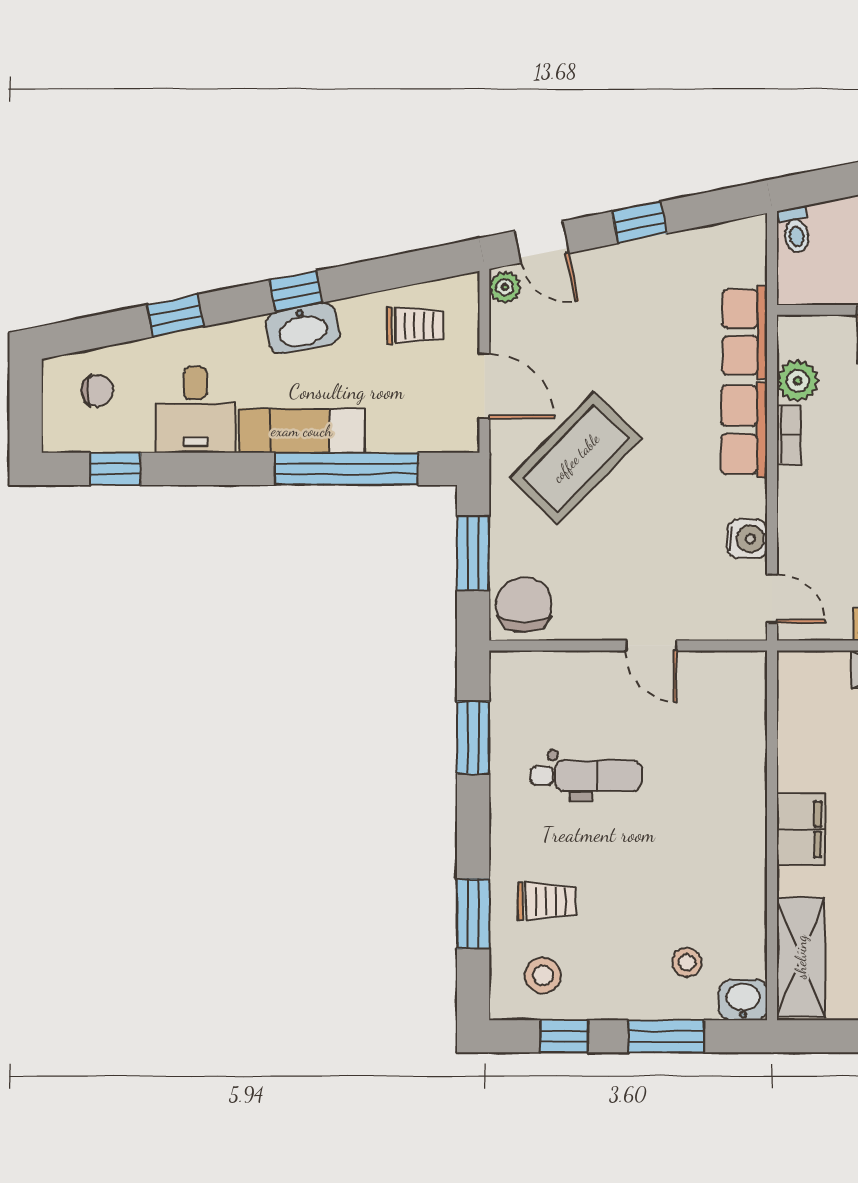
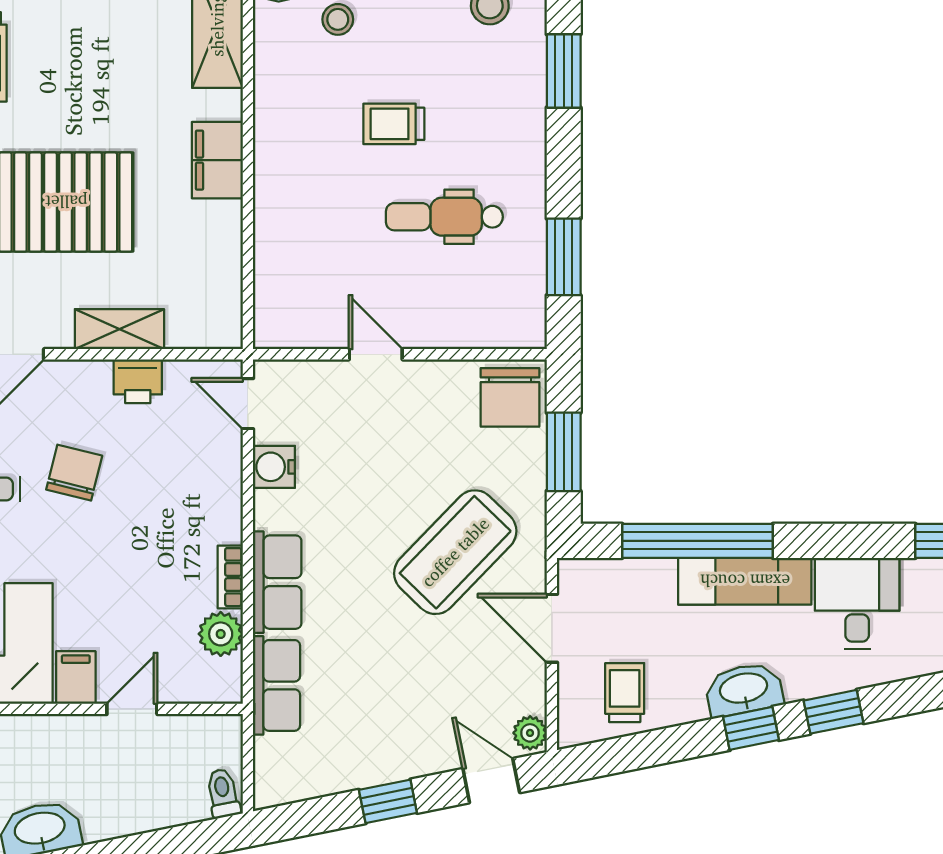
window: (175, 316) -> (833, 712), moved
trolley: (415, 325) -> (625, 693), turned 90
trolley: (547, 901) -> (394, 124), moved

